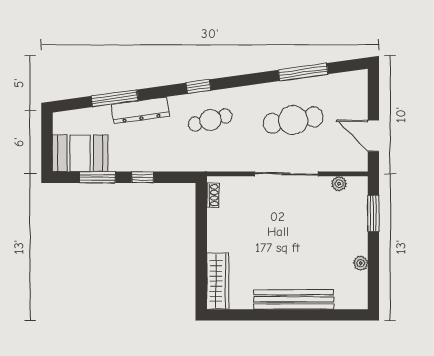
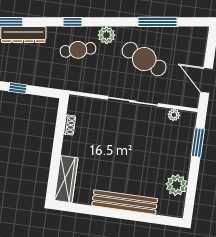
plant: (243, 97) -> (106, 35), added
cafe table: (293, 120) -> (144, 59), turned 33
shoe rack: (213, 195) -> (70, 125), moved
plant: (361, 263) -> (177, 185), width x1.87, depth x1.87

